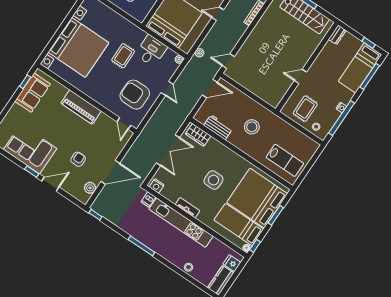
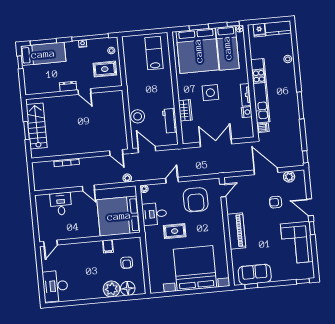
dresser: (337, 35) -> (68, 86), moved
stool: (252, 127) -> (138, 116), moved
wardrobe: (198, 135) -> (185, 110), moved
nightstand: (157, 186) -> (247, 112), moved

